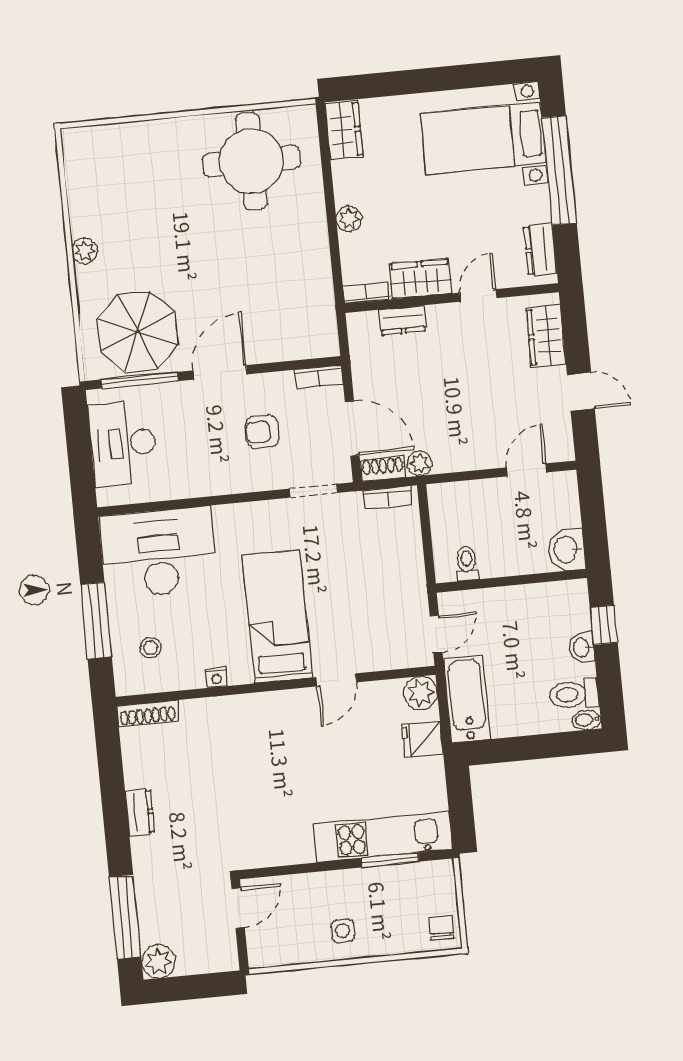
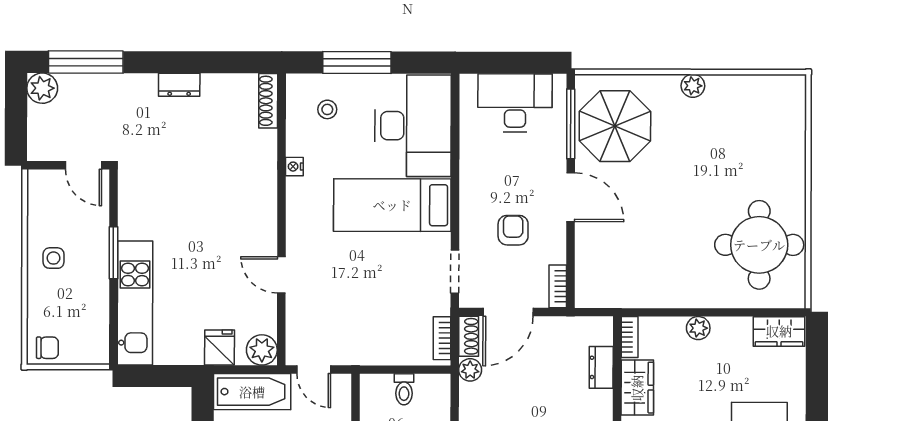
toilet: (467, 563) -> (404, 389), moved, turned 90
bed: (277, 617) -> (392, 205), moved, turned 180
window: (390, 860) -> (113, 253), moved

